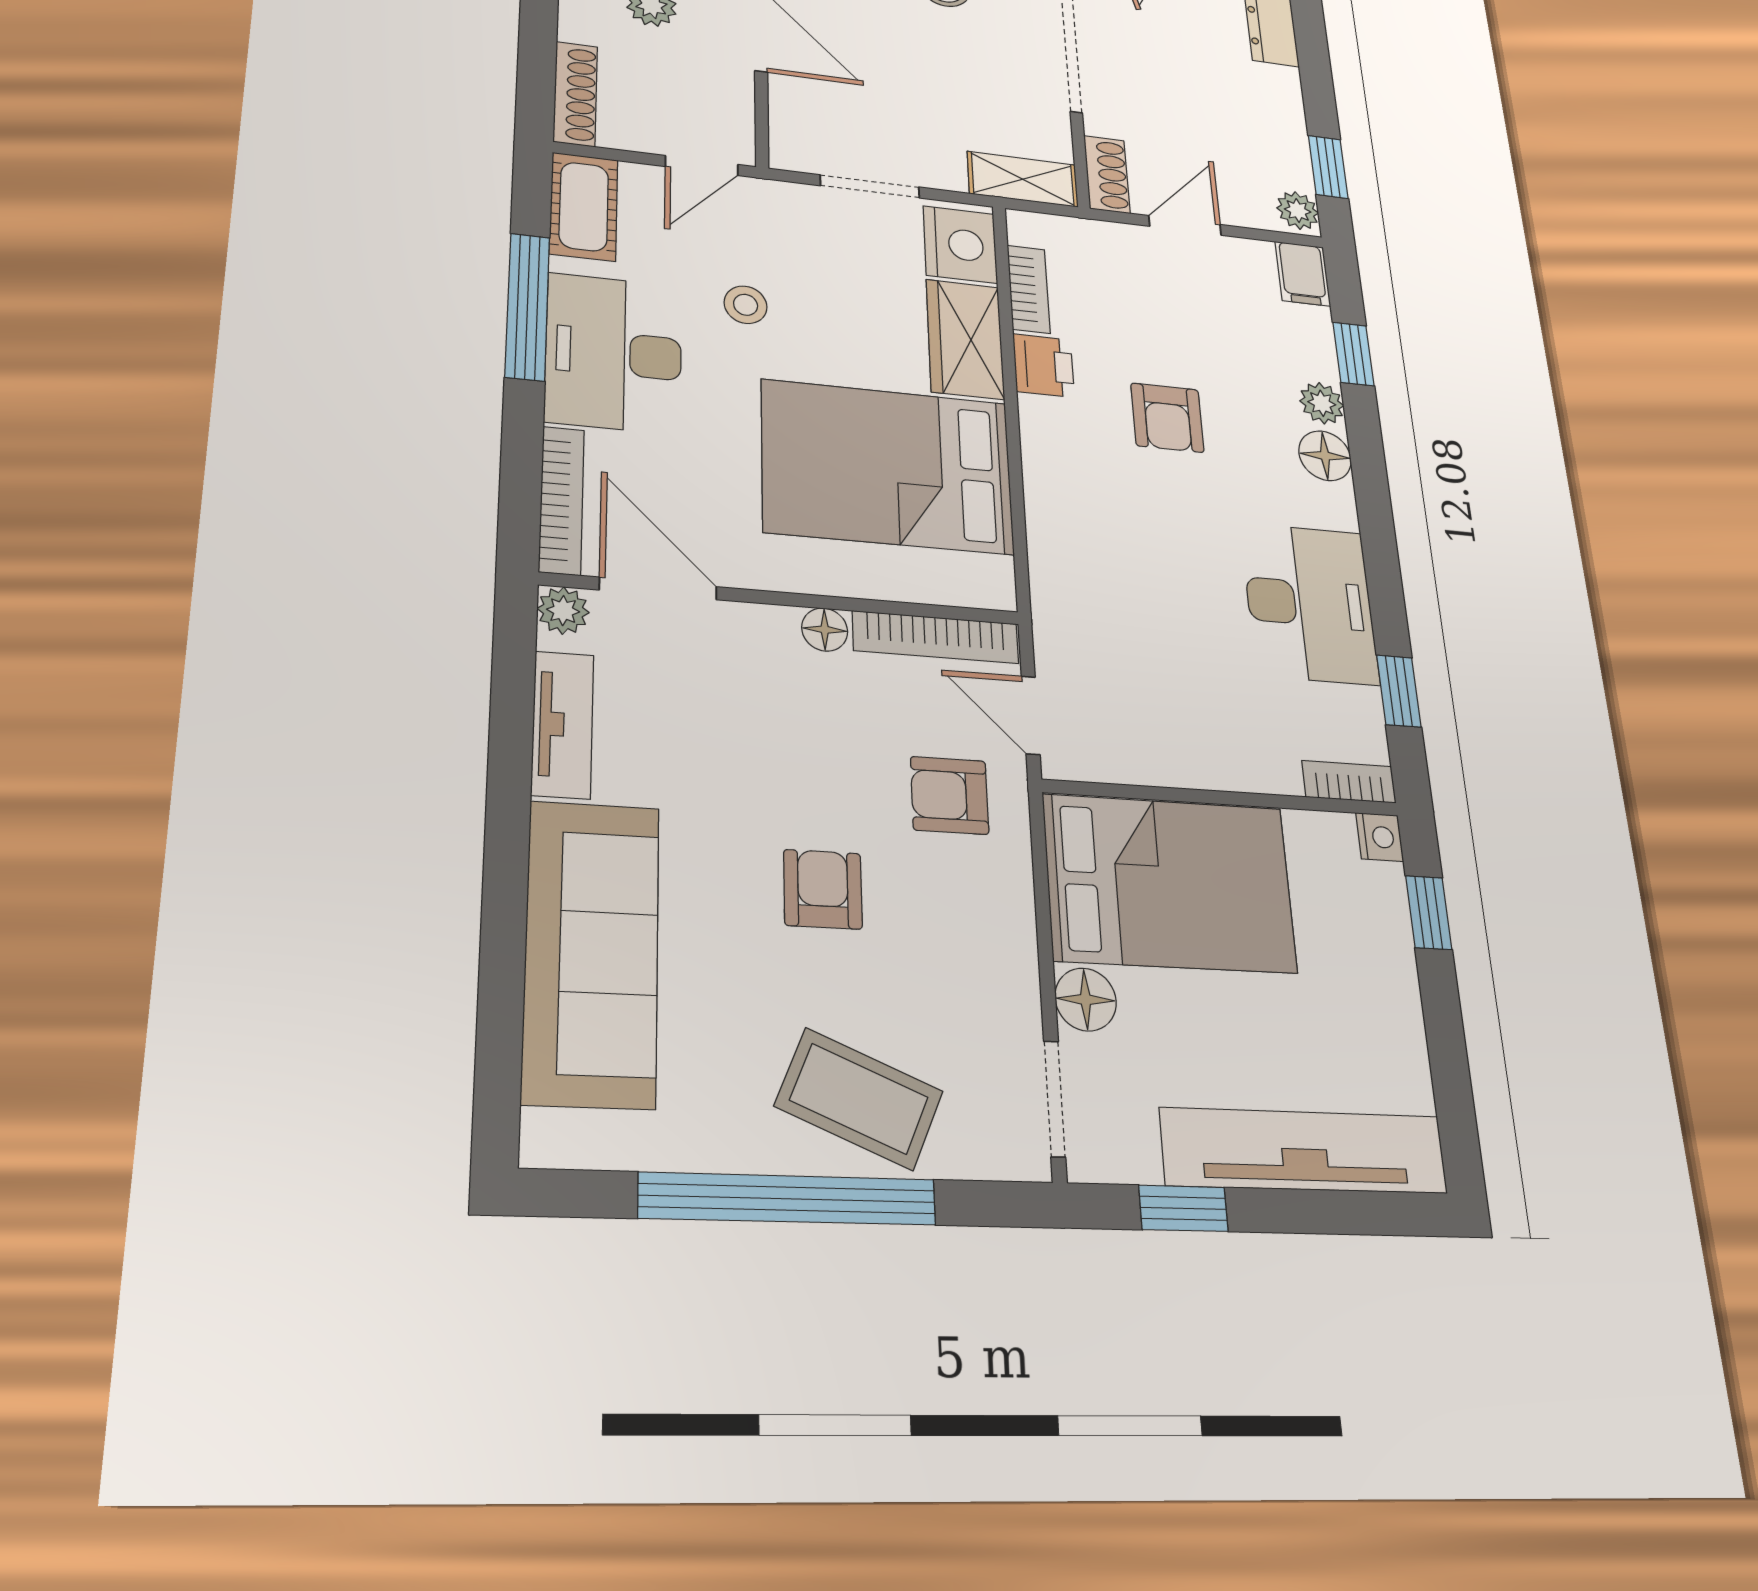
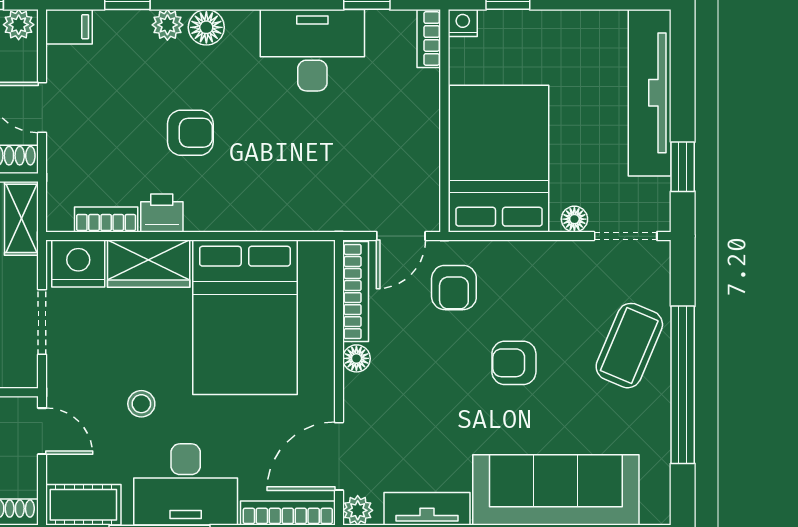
floor lamp: (1086, 1000) -> (574, 219), width x0.73, depth x0.73

